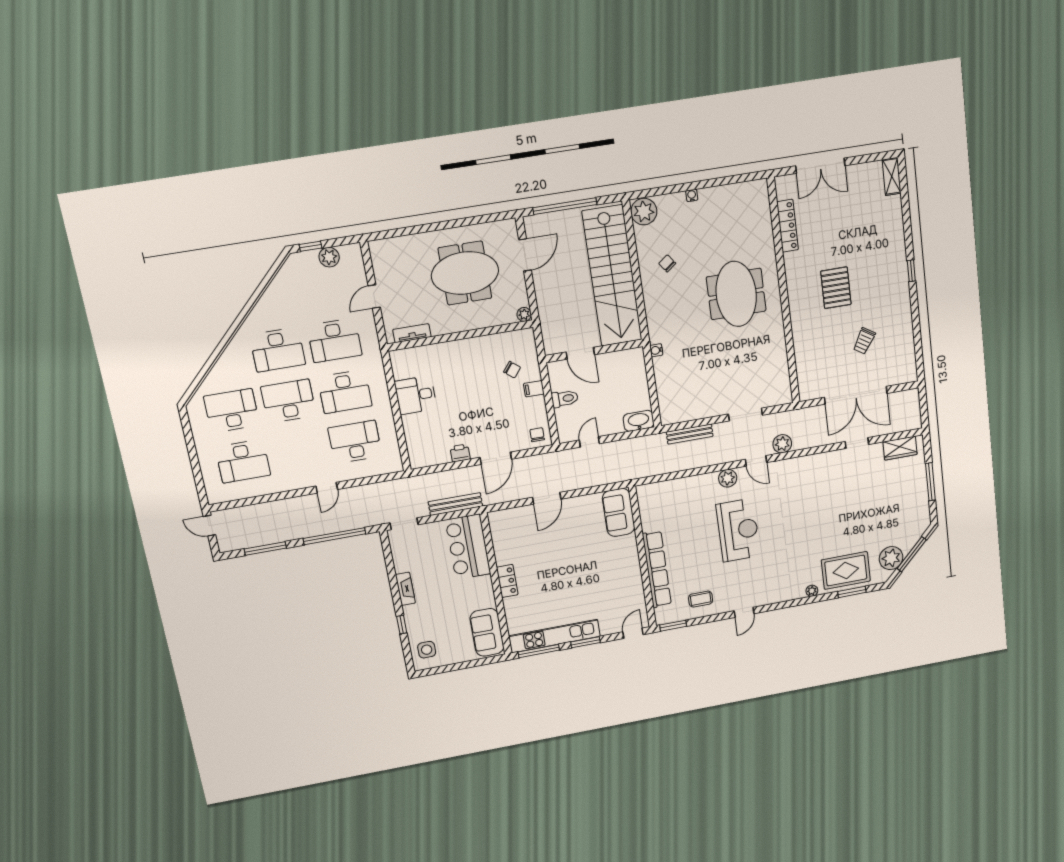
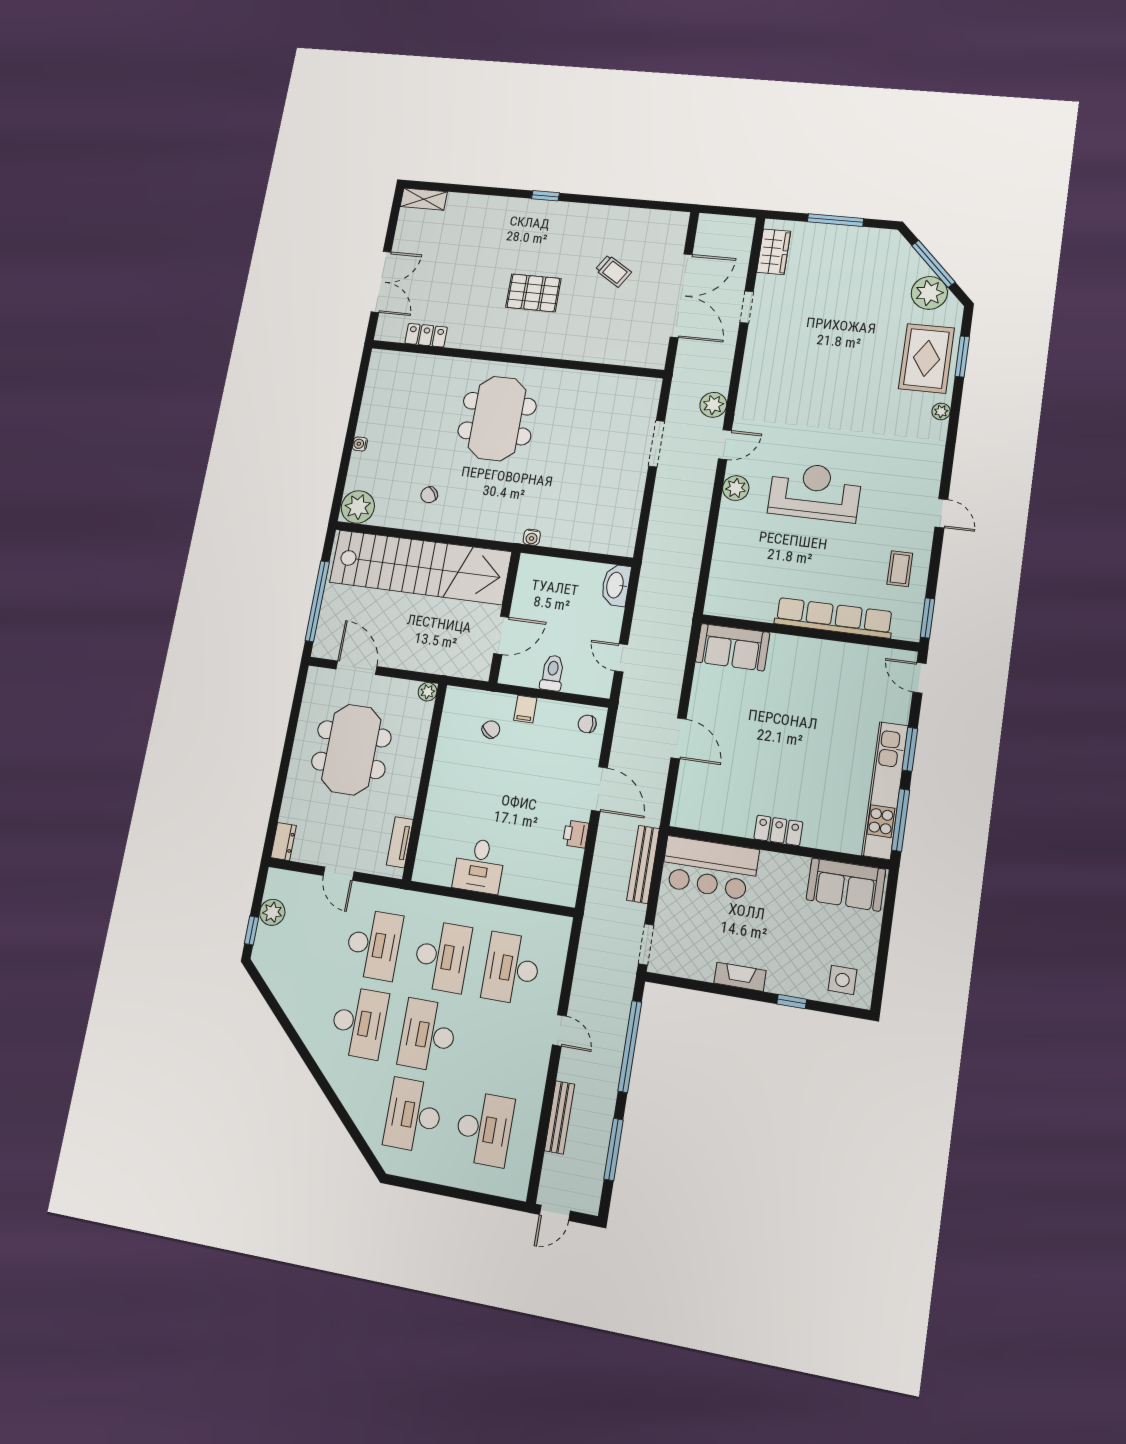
locker: (788, 226) -> (426, 335), width x0.66
dresser: (382, 246) -> (283, 842), added
meeting table: (736, 294) -> (497, 419), turned 90
bench: (690, 434) -> (560, 1117), moved

